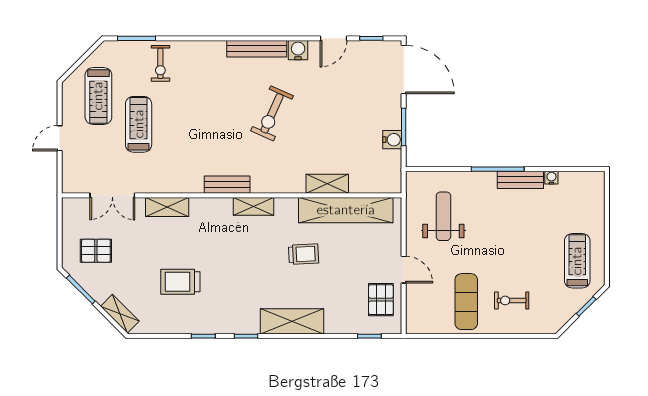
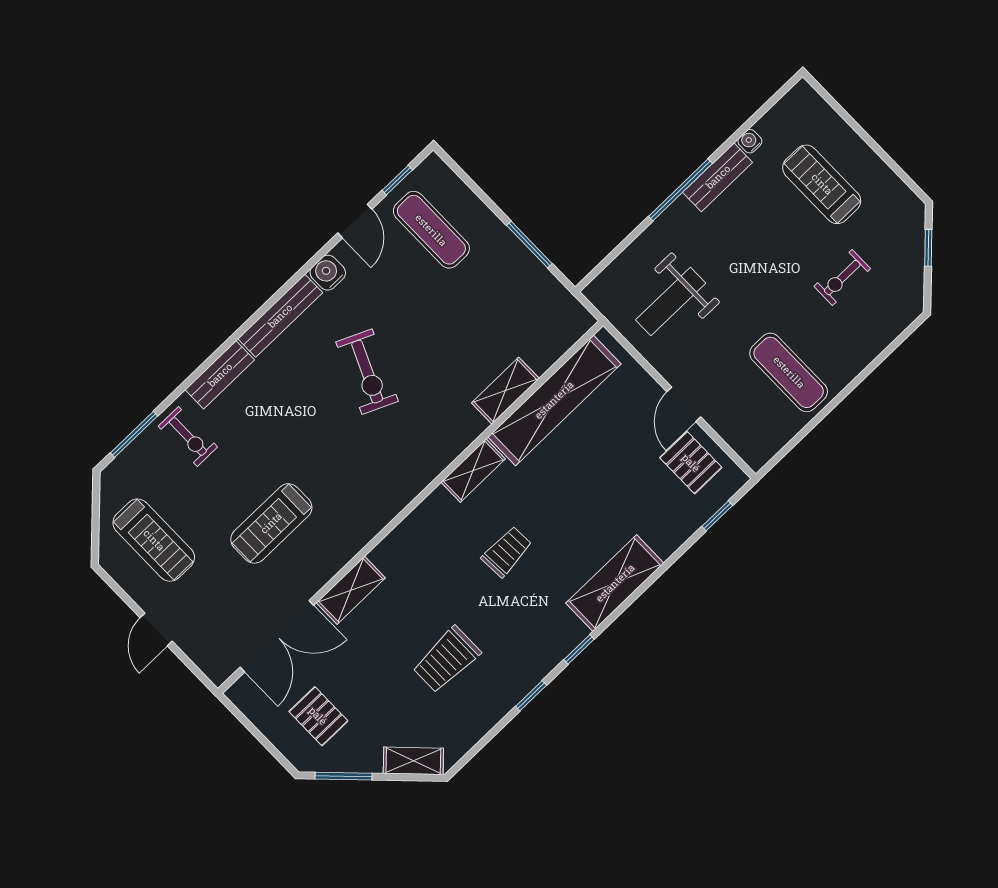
door: (404, 70) -> (467, 180), removed
exercise mat: (365, 76) -> (431, 230), added
treadmill: (139, 124) -> (271, 523), moved, turned -90
water cooler: (392, 140) -> (530, 271), removed
bench: (227, 185) -> (220, 375), moved
double door: (112, 195) -> (277, 636), width x1.37
shelving: (253, 206) -> (473, 471), moved
weight bench: (443, 216) -> (671, 301), turned -90
pallet: (96, 251) -> (318, 716), turned 90
trolley: (304, 254) -> (507, 552), moved
treadmill: (577, 261) -> (822, 184), moved
door: (404, 270) -> (684, 404), swing flipped
exercise bike: (512, 300) -> (842, 278), moved

